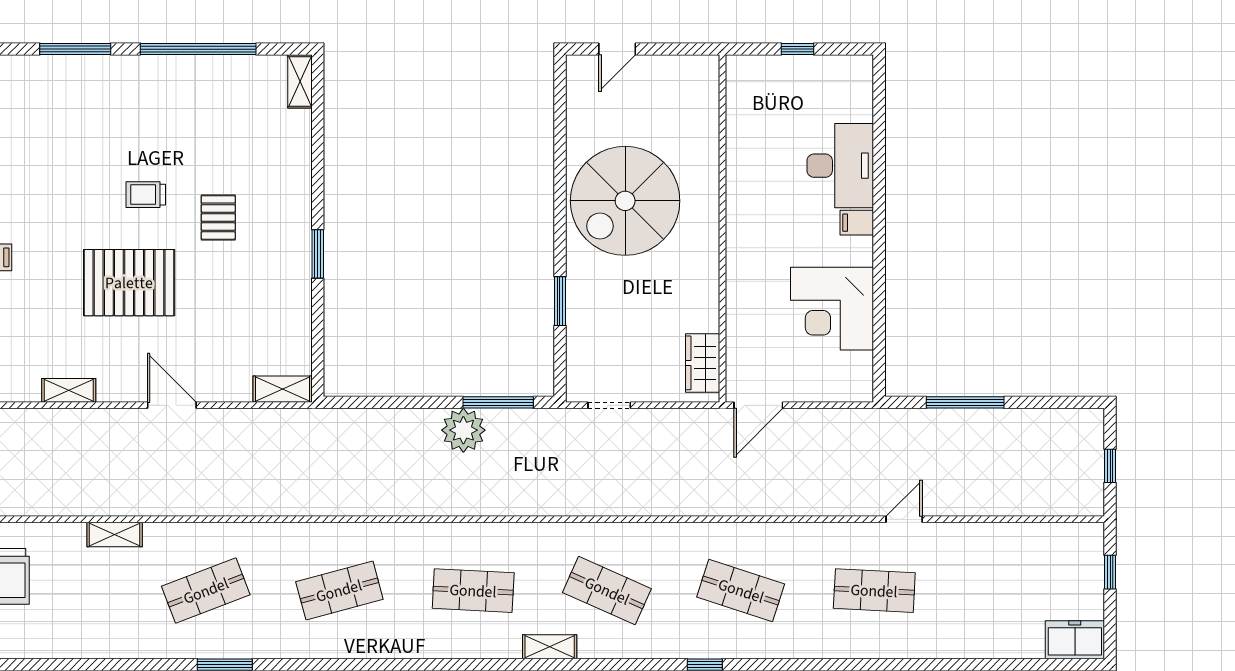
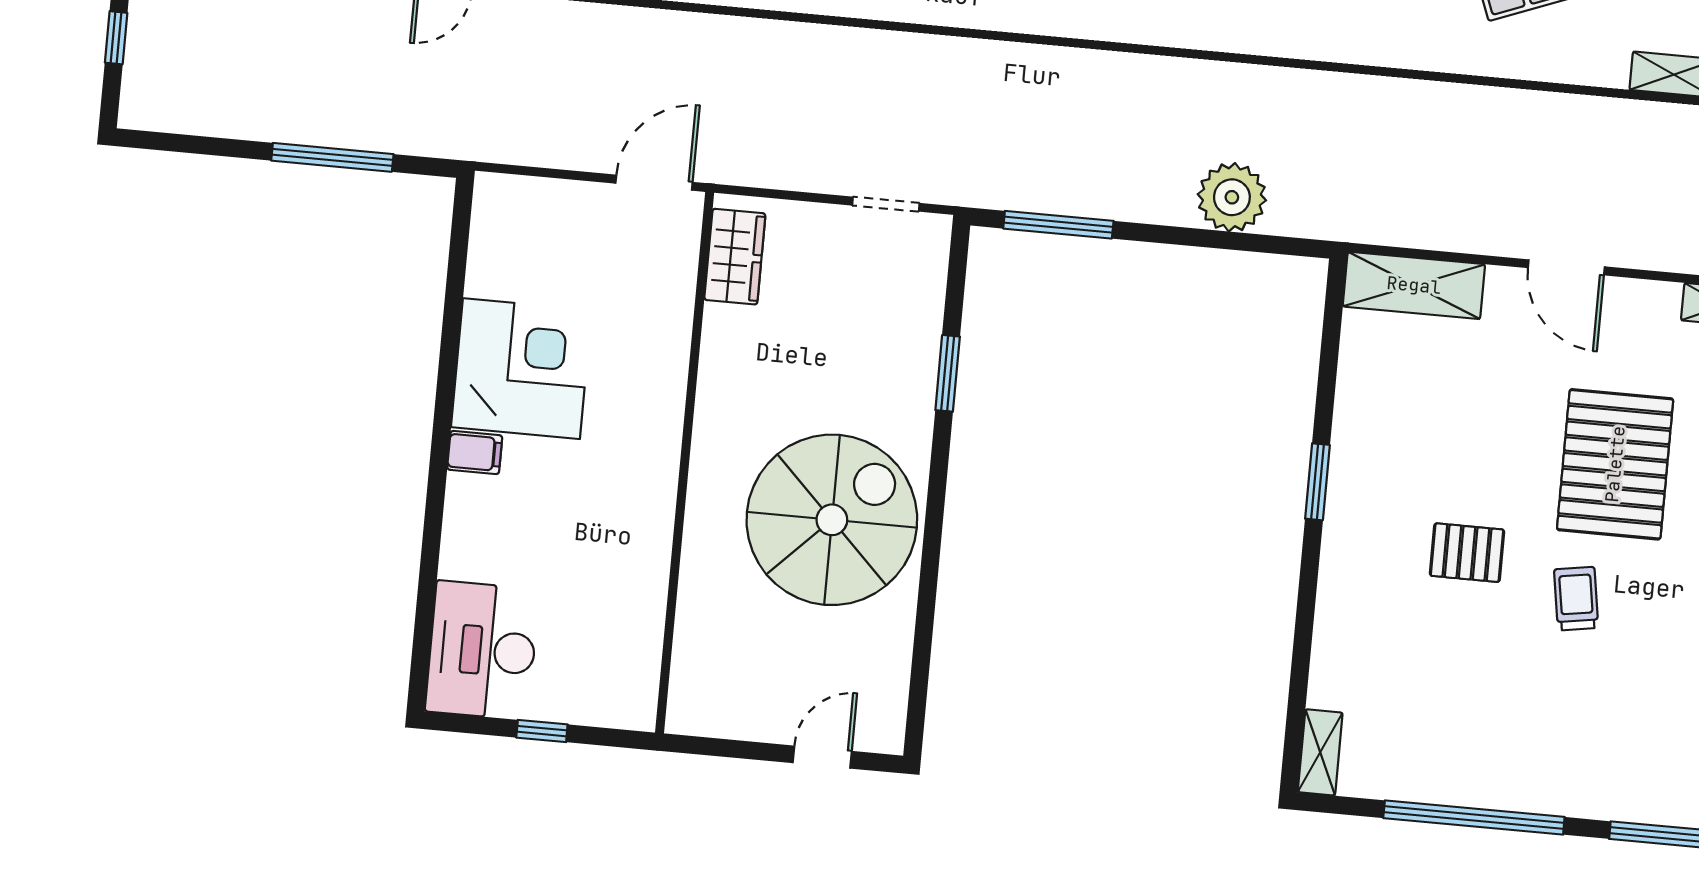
desk: (840, 166) -> (482, 650), moved
trolley: (146, 195) -> (1576, 599), turned -99
pallet: (218, 217) -> (1467, 553), turned 90
pallet: (129, 283) -> (1615, 464), turned 90
corner desk: (832, 309) -> (521, 369), moved
shelving: (283, 389) -> (1414, 285), width x1.50, depth x1.33
plant: (463, 430) -> (1232, 197), moved

